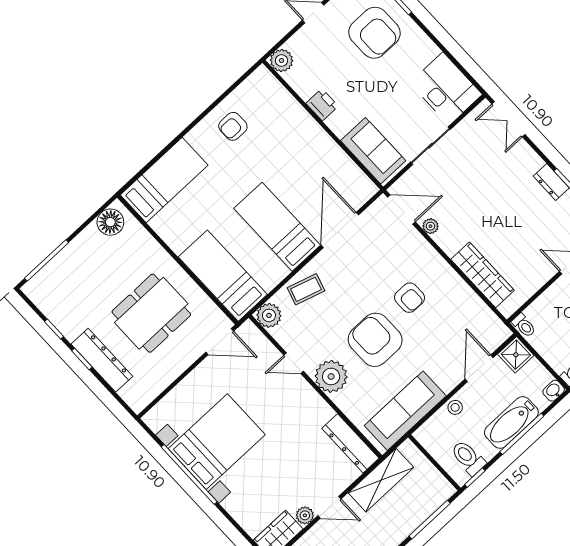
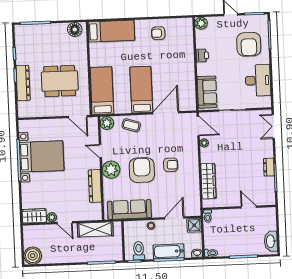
desk: (446, 89) -> (258, 80), moved
armchair: (410, 298) -> (171, 165), turned -90
dresser: (350, 443) -> (95, 186), moved

